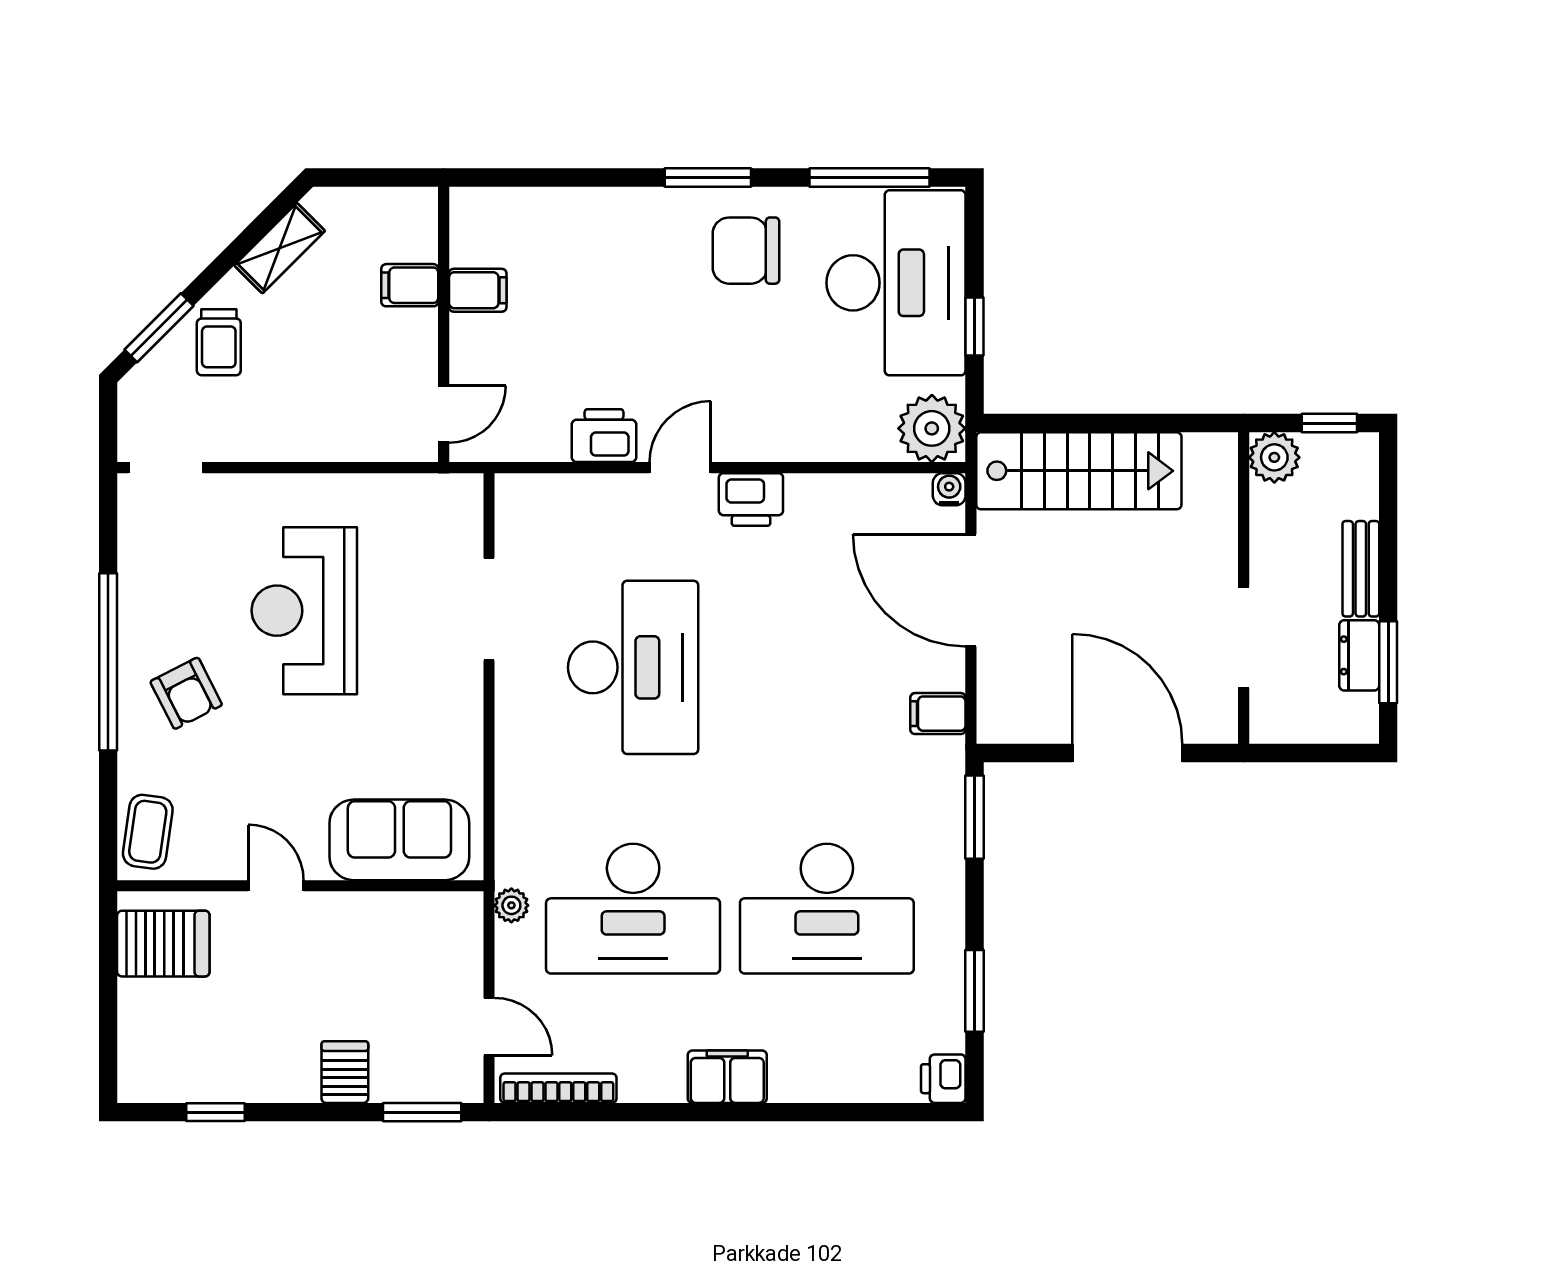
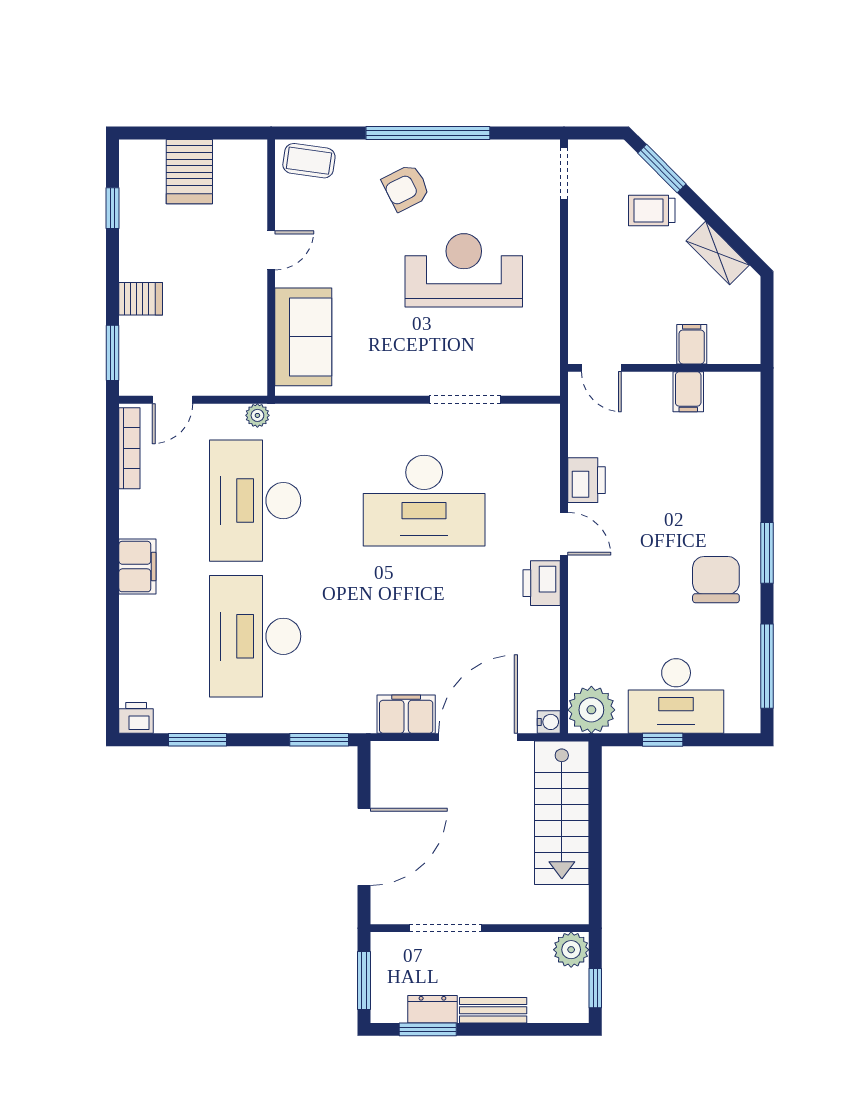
desk: (896, 283) -> (676, 696), width x0.73, depth x0.77
filing cabinet: (938, 714) -> (406, 714), width x2.00
window: (1318, 753) -> (364, 980), added
server rack: (163, 944) -> (189, 172), moved

